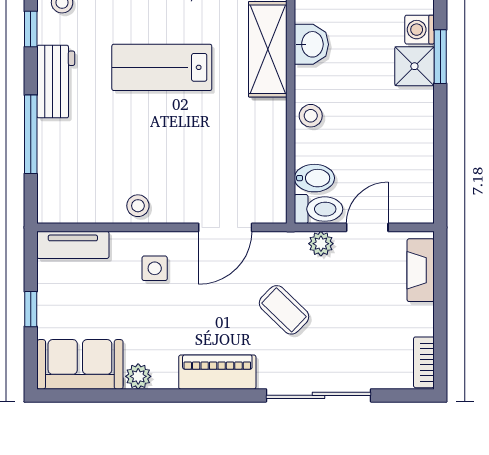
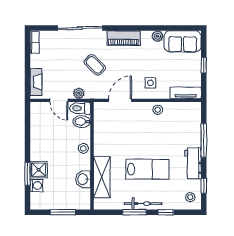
door: (367, 227) -> (59, 100), hinge flipped

